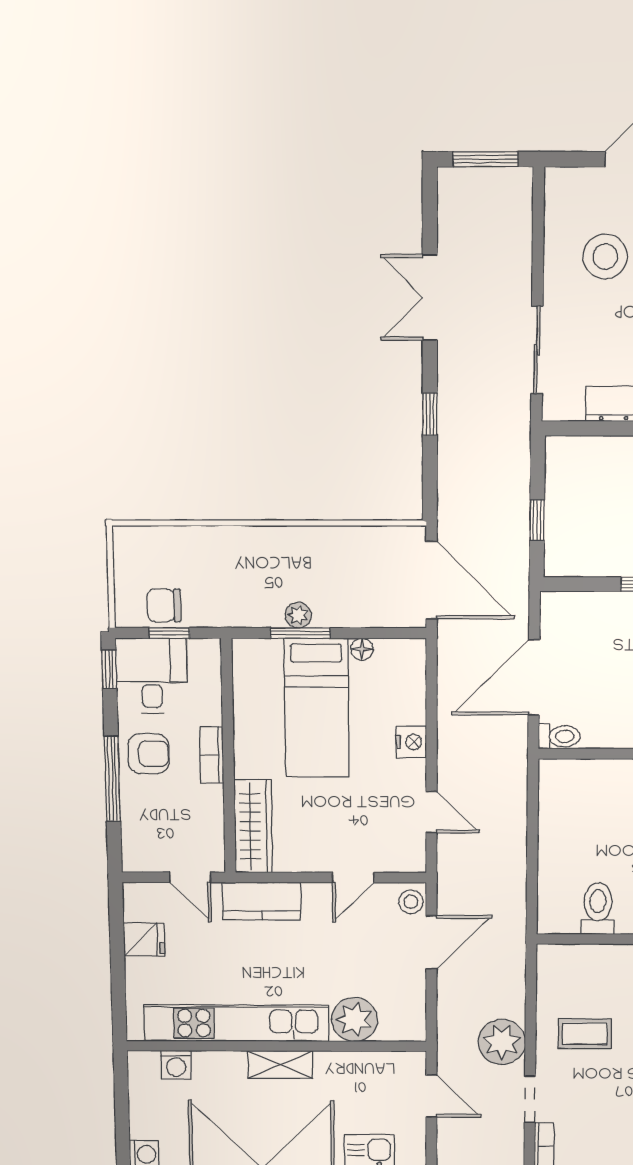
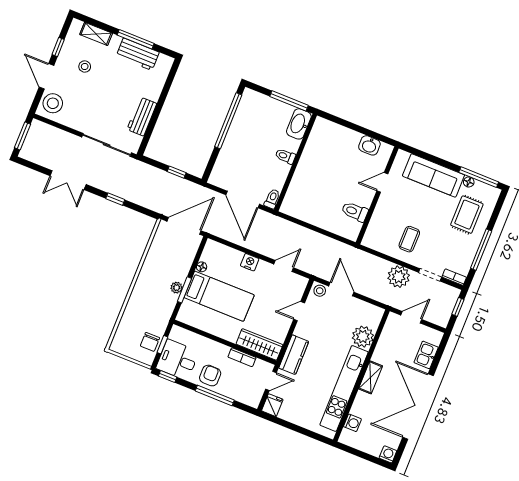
stool: (605, 257) -> (53, 103), moved
sliding door: (537, 350) -> (107, 145), width x1.37
bookcase: (212, 755) -> (242, 357), moved
door: (353, 878) -> (299, 311), swing flipped
fridge: (144, 939) -> (272, 405), moved

